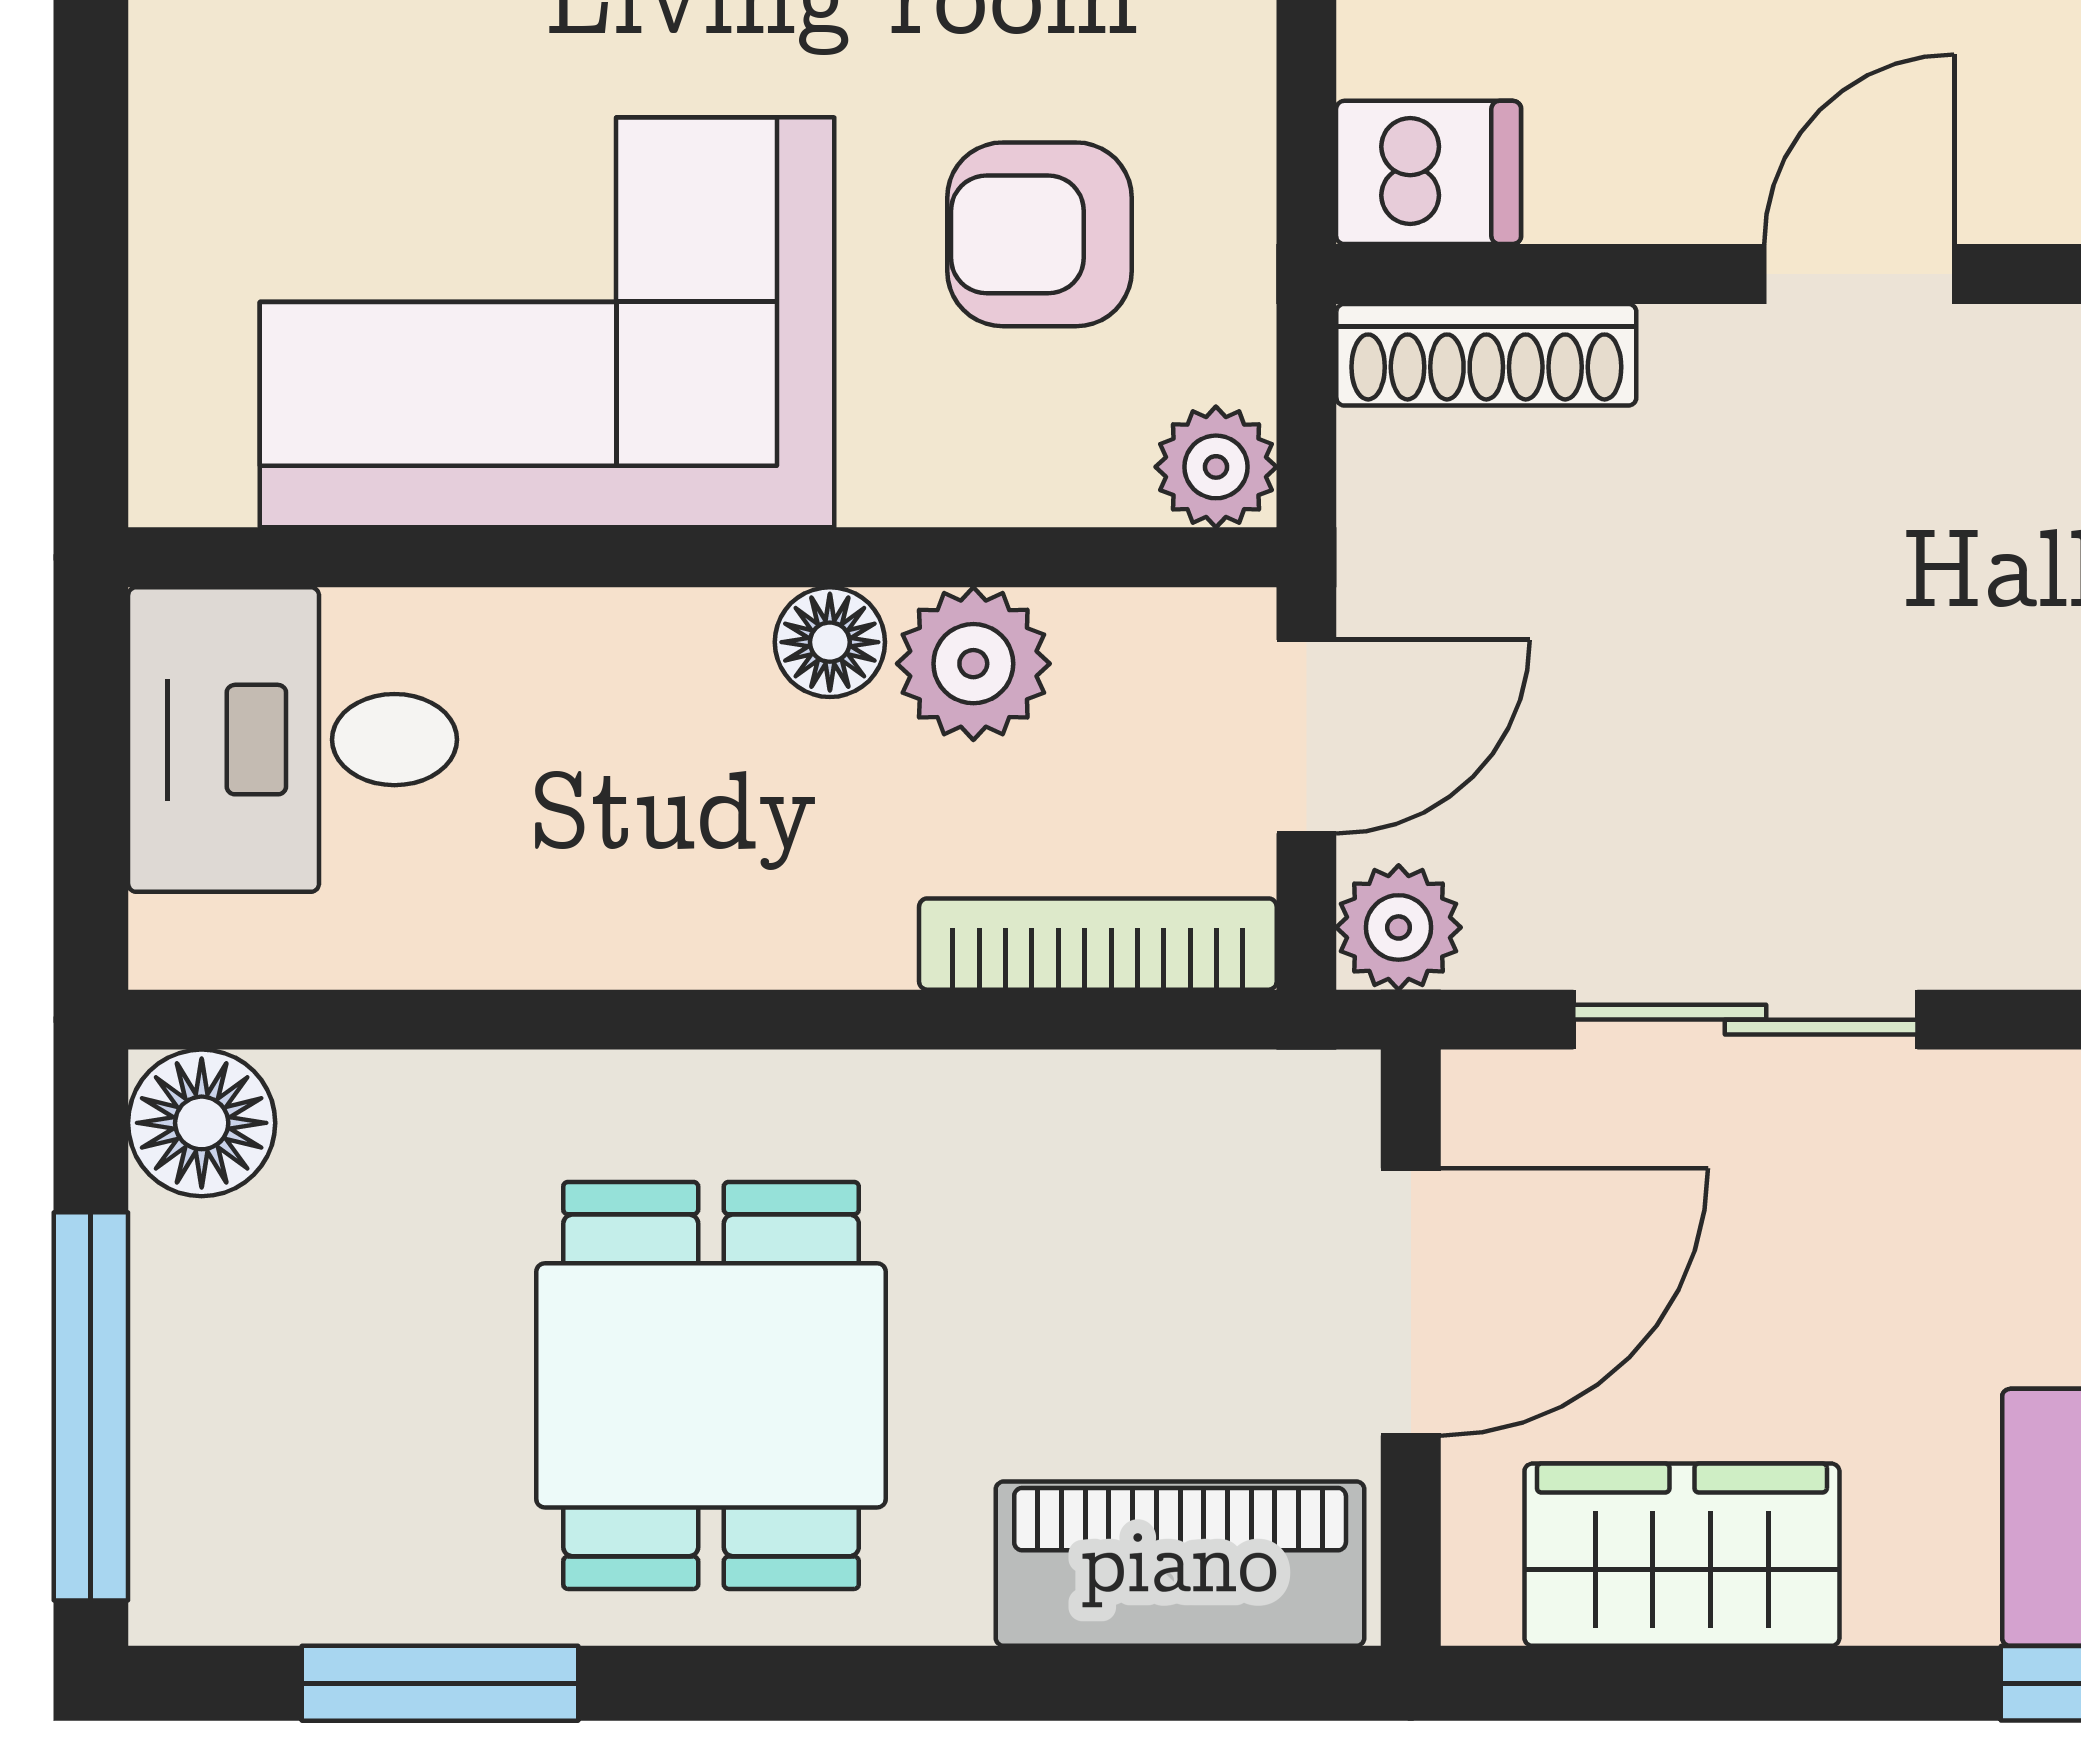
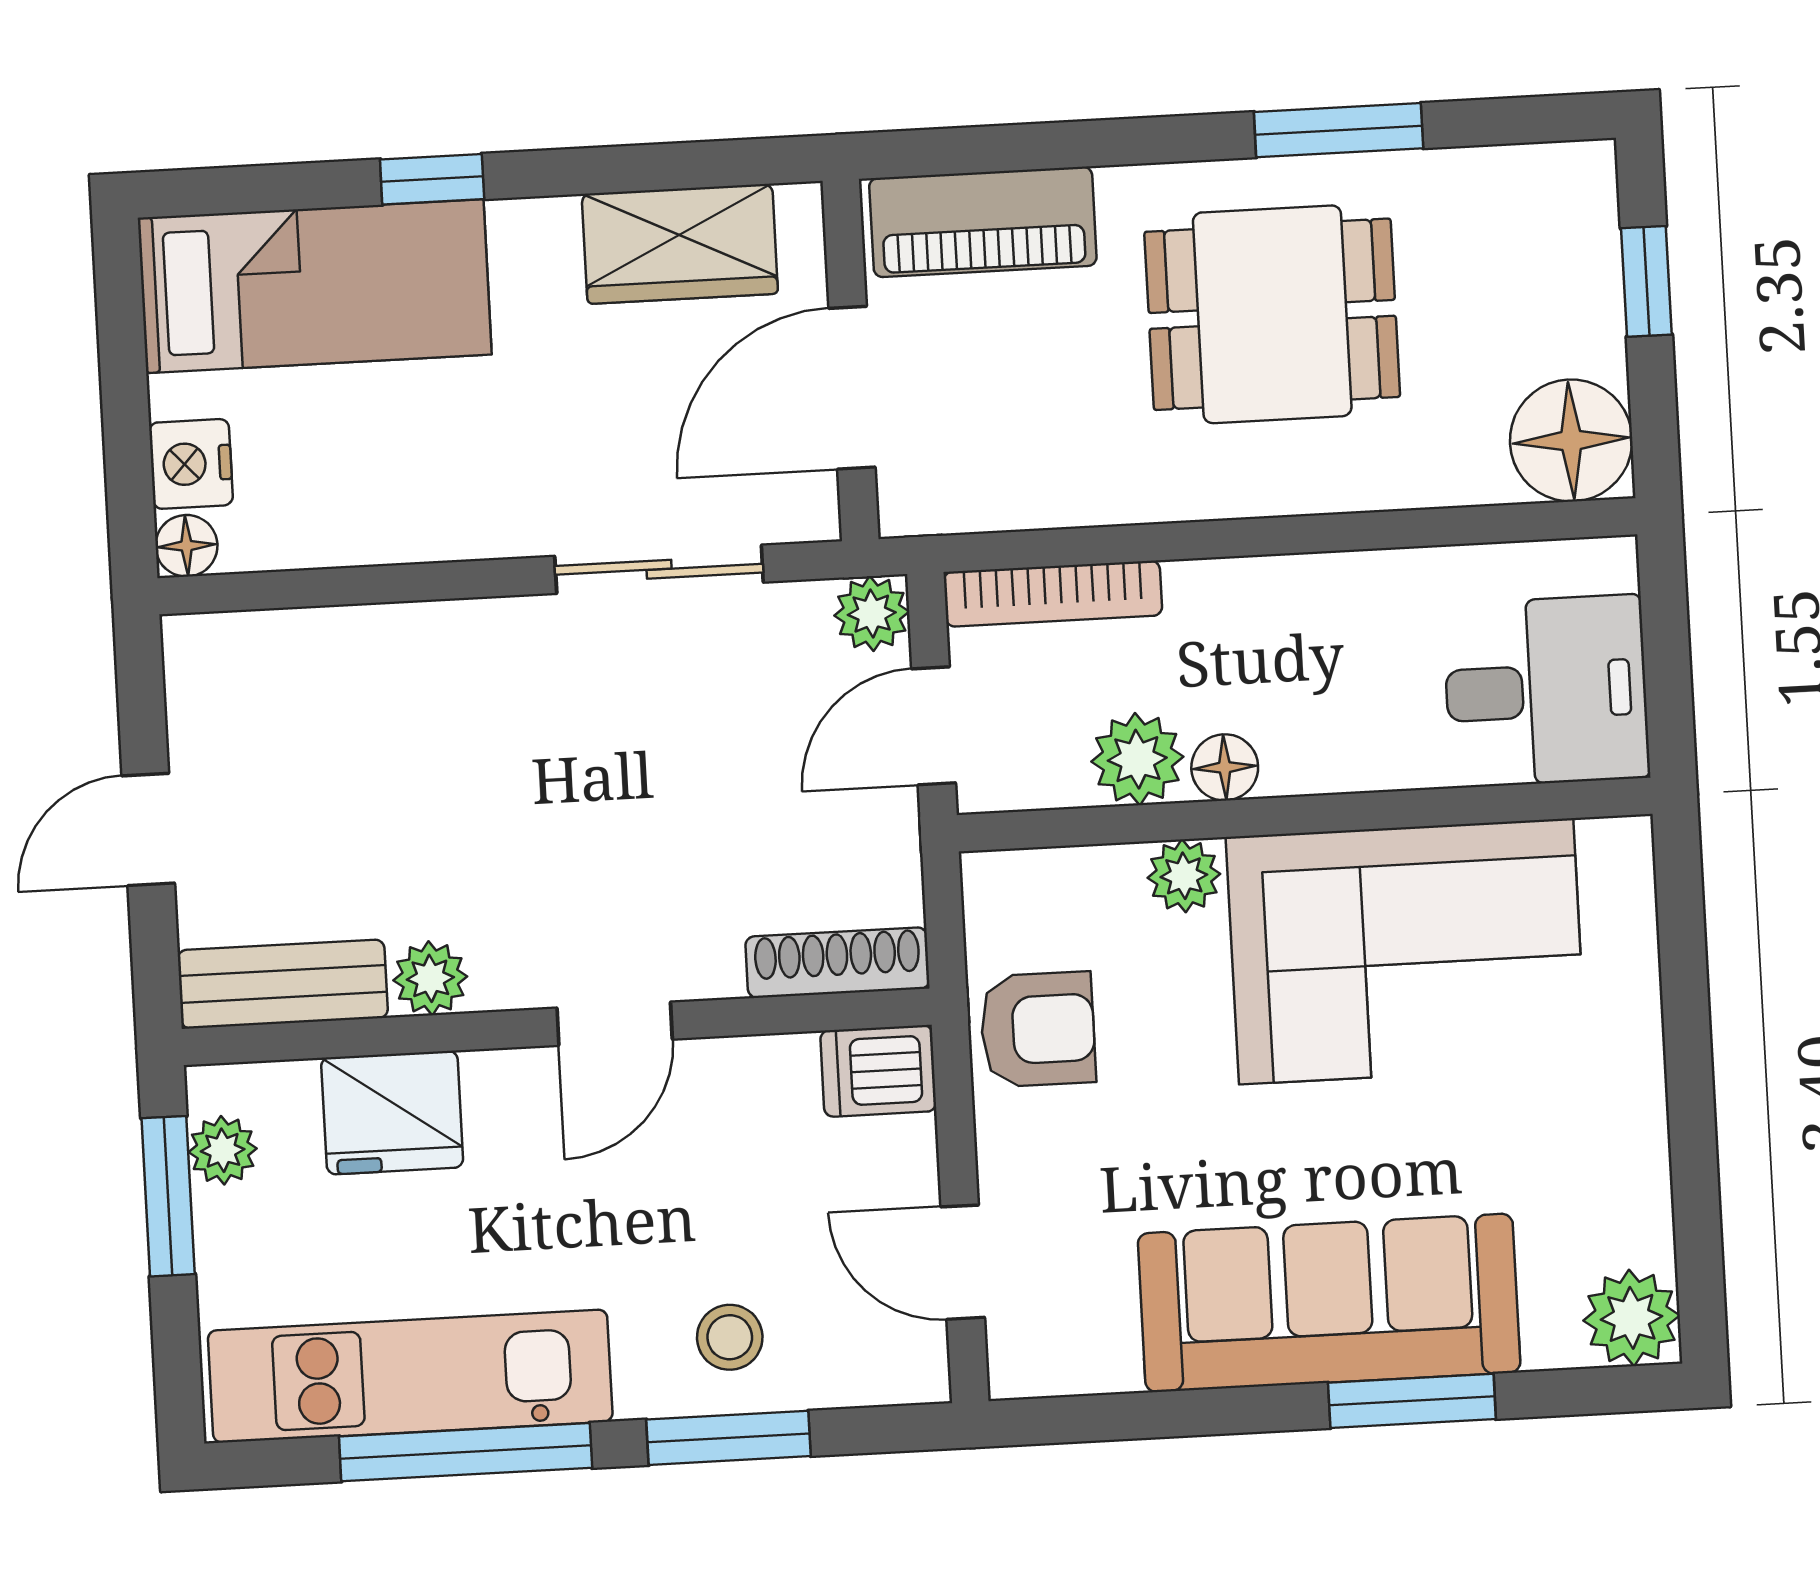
armchair: (1039, 234) -> (1038, 1029), moved
plant: (1216, 467) -> (1184, 876), moved
floor lamp: (202, 1123) -> (1571, 441), width x1.38, depth x1.38
dining table: (711, 1385) -> (1272, 314), turned 90
window: (91, 1406) -> (1646, 281), width x0.46
window: (440, 1683) -> (1339, 130), moved

